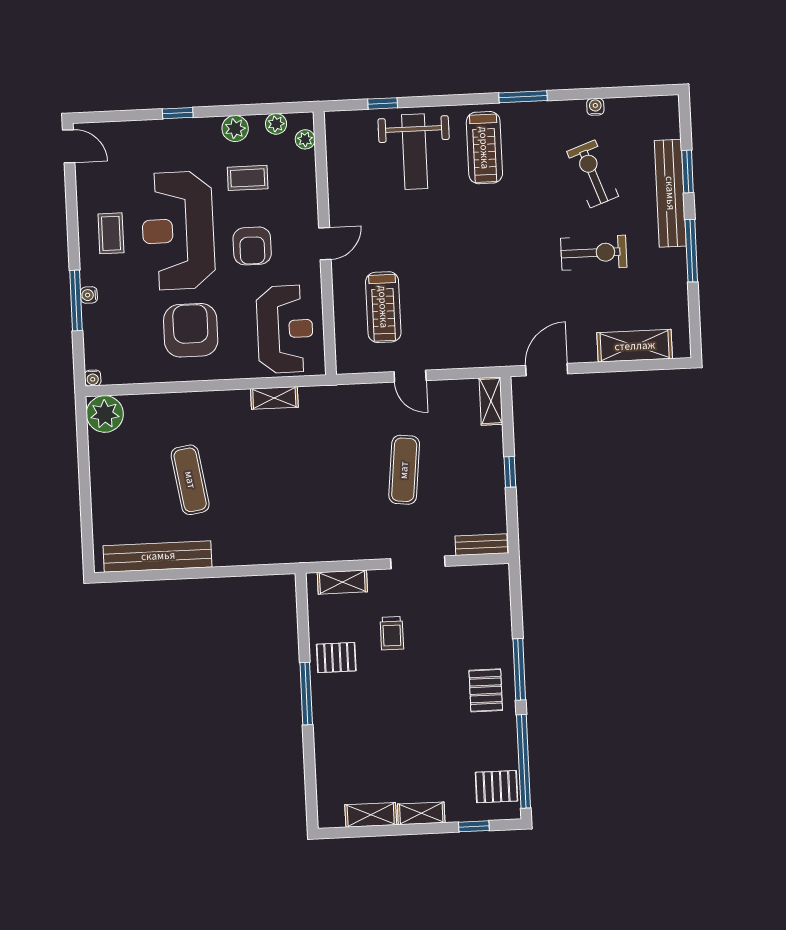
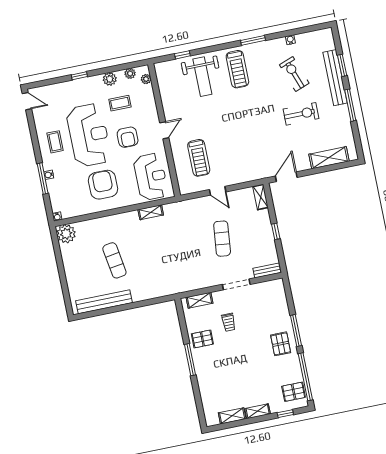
reception desk: (178, 231) -> (89, 135), turned 180

